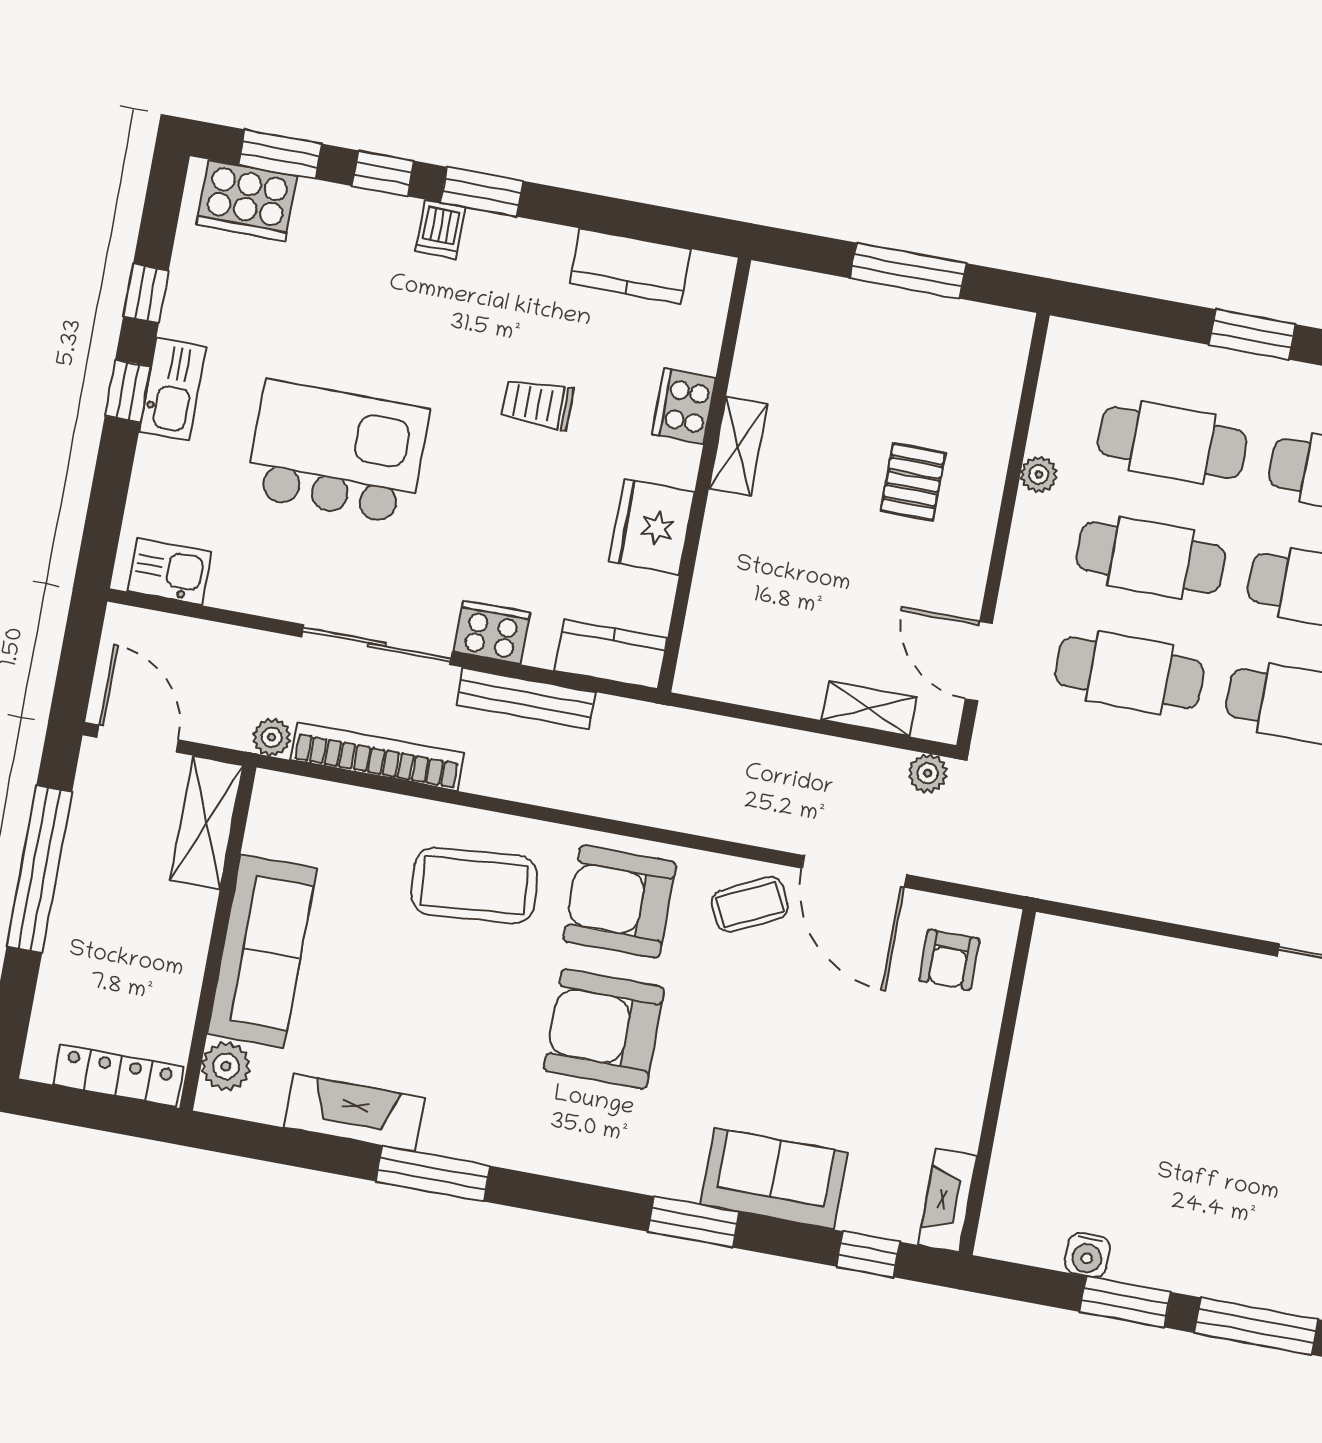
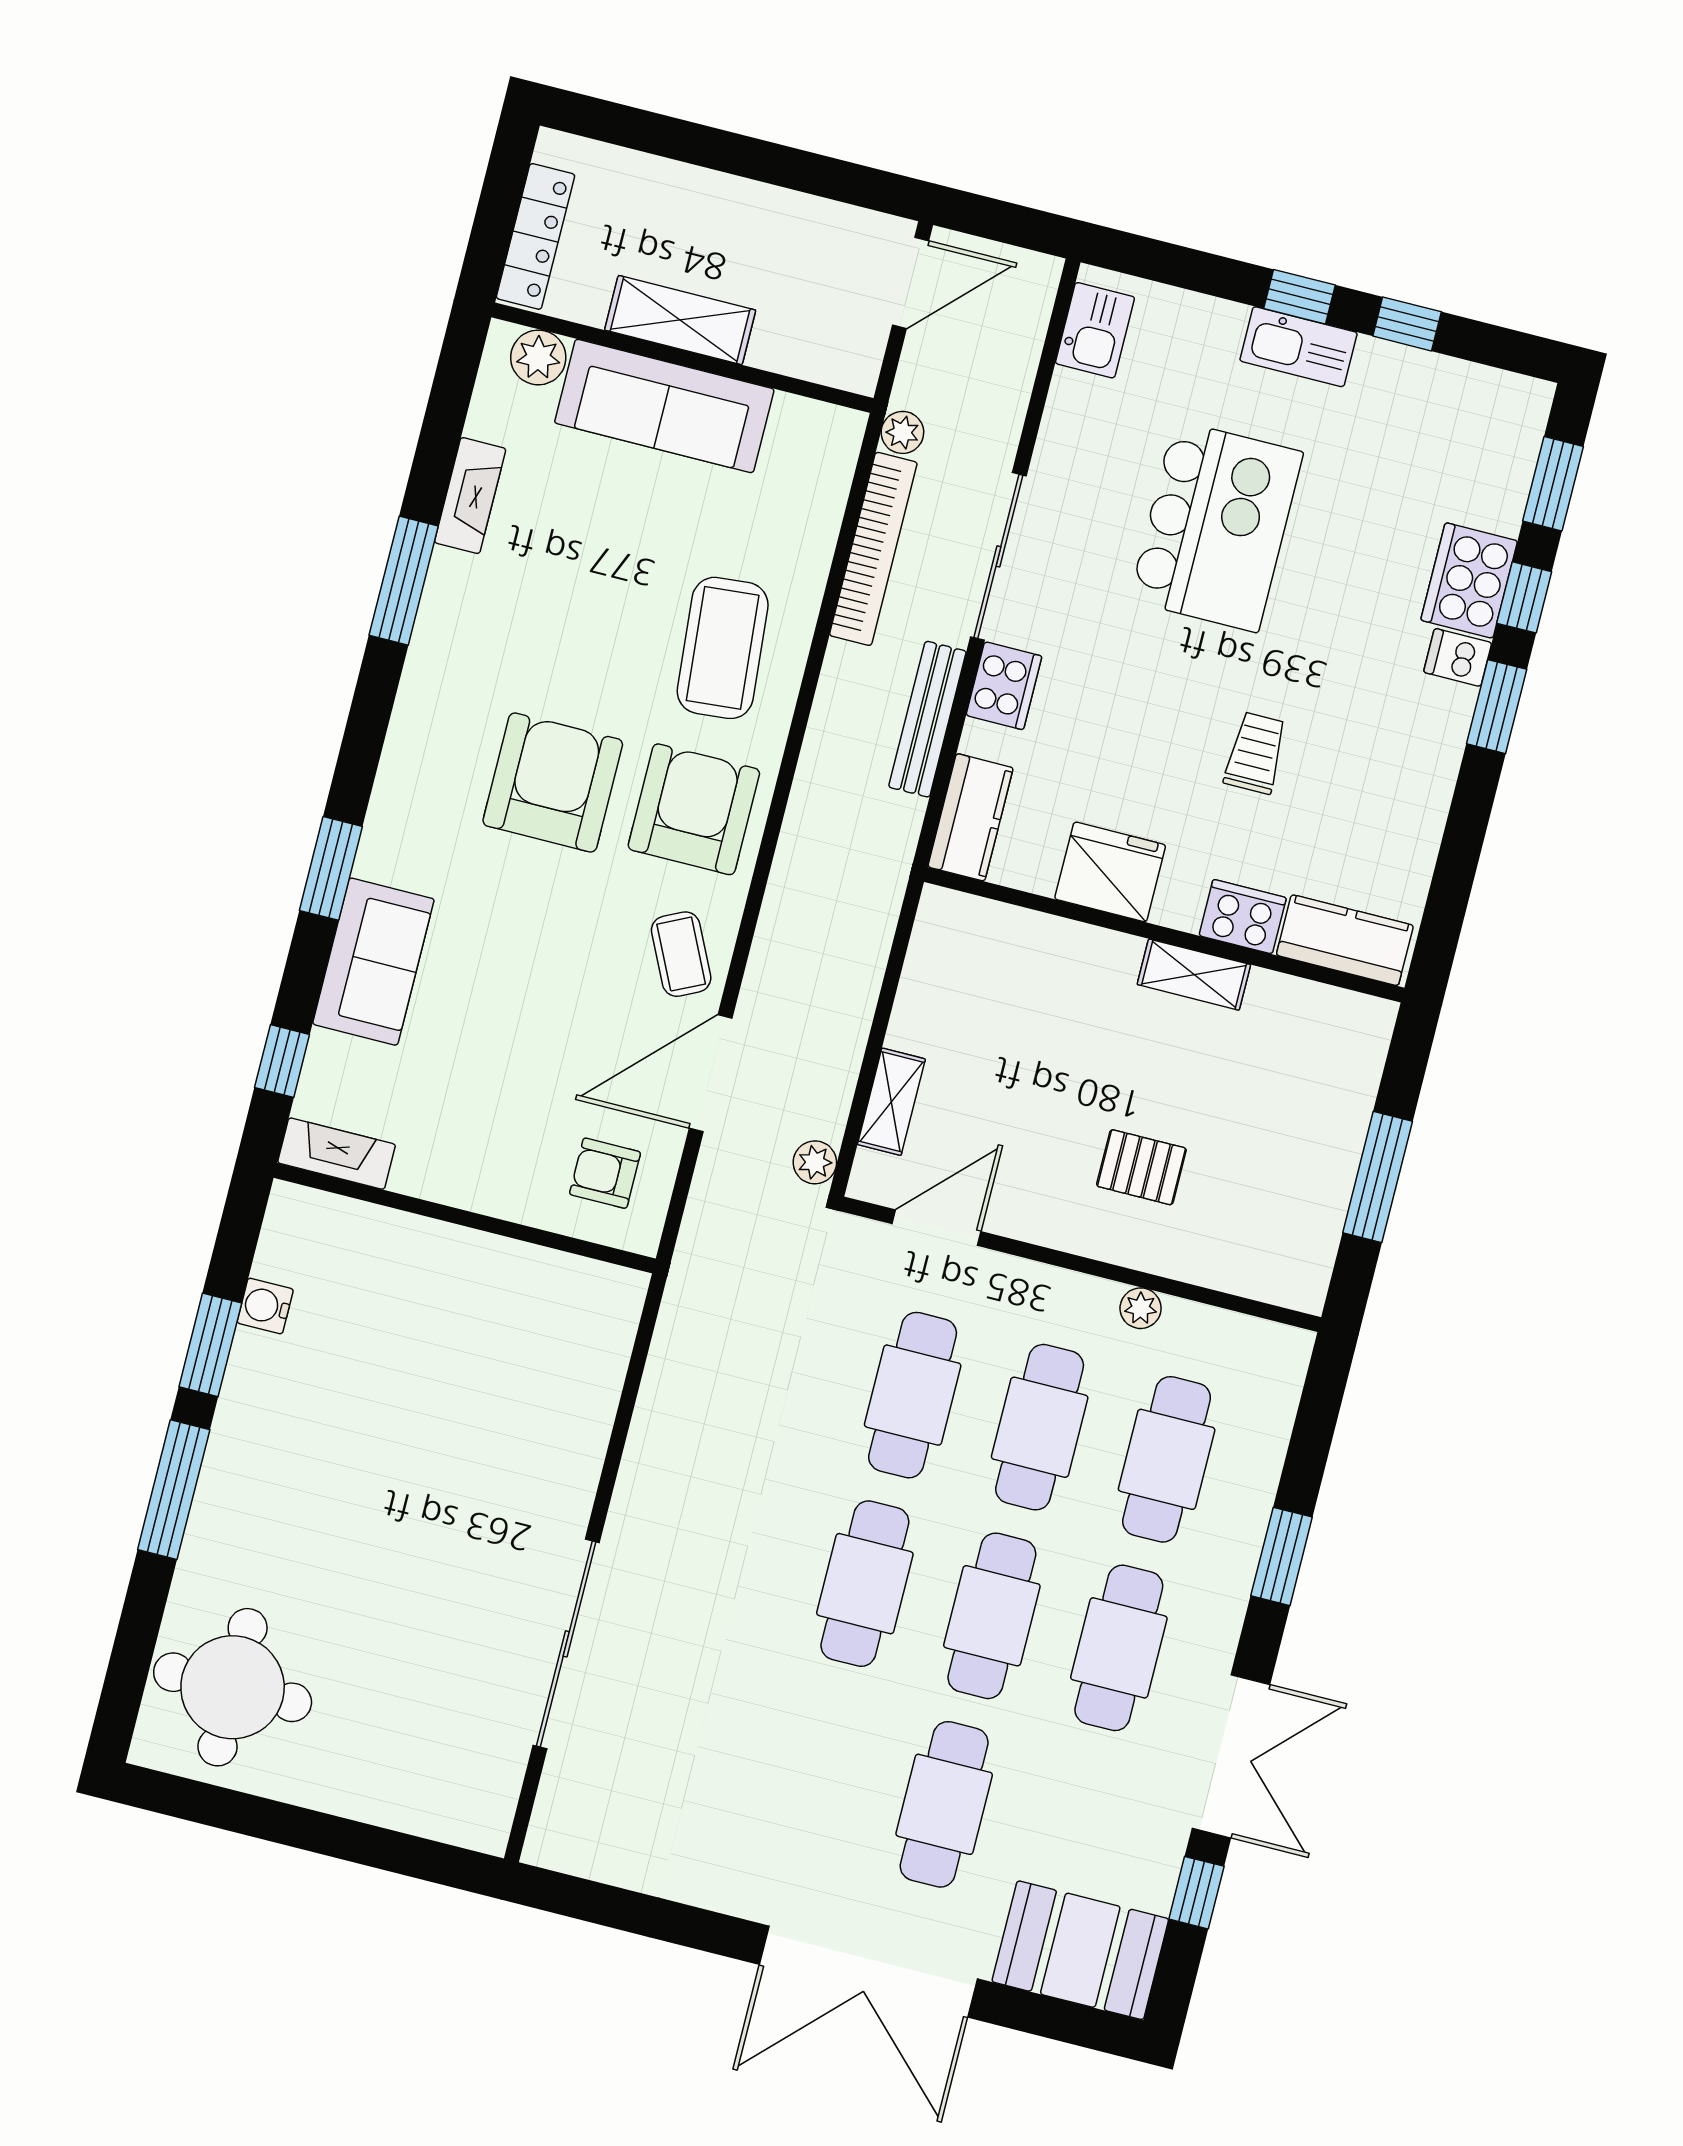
cooker: (247, 200) -> (1469, 580), moved
kitchen counter: (630, 266) -> (1345, 940), moved, turned 90
shelving: (206, 823) -> (680, 320), moved
window: (39, 869) -> (772, 163), removed
fireplace: (354, 1113) -> (470, 496), width x0.73, depth x0.76

